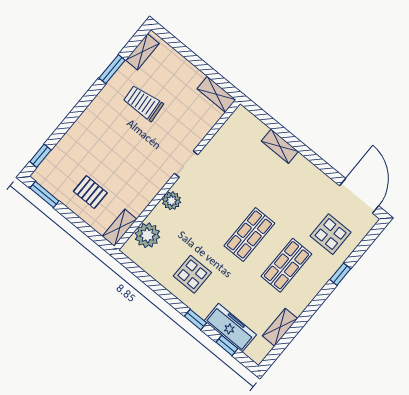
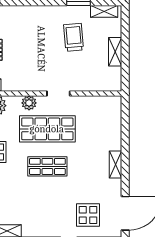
shelving: (216, 94) -> (115, 52), moved
shelving: (280, 146) -> (116, 165), moved
shop shelf: (286, 265) -> (47, 129), moved, width x1.43, depth x1.36

